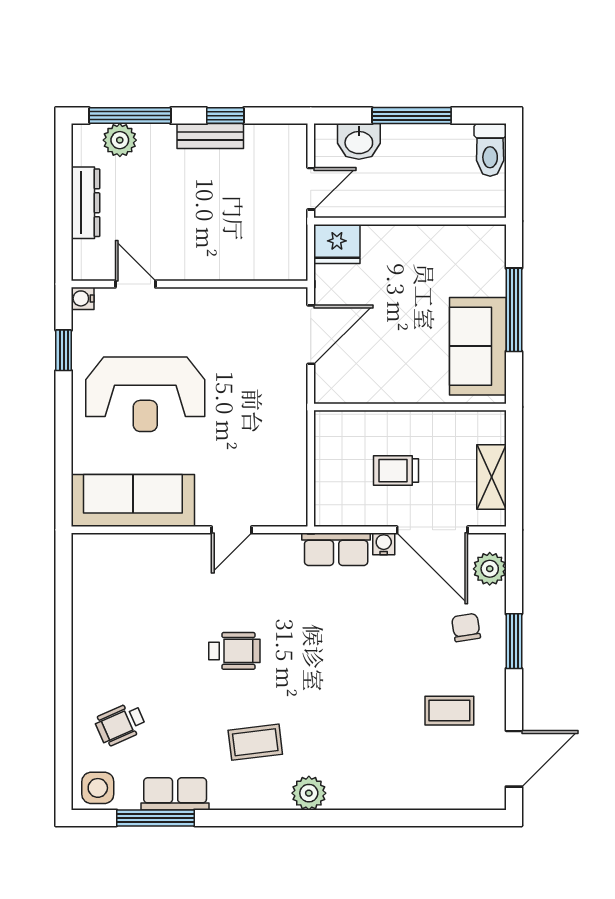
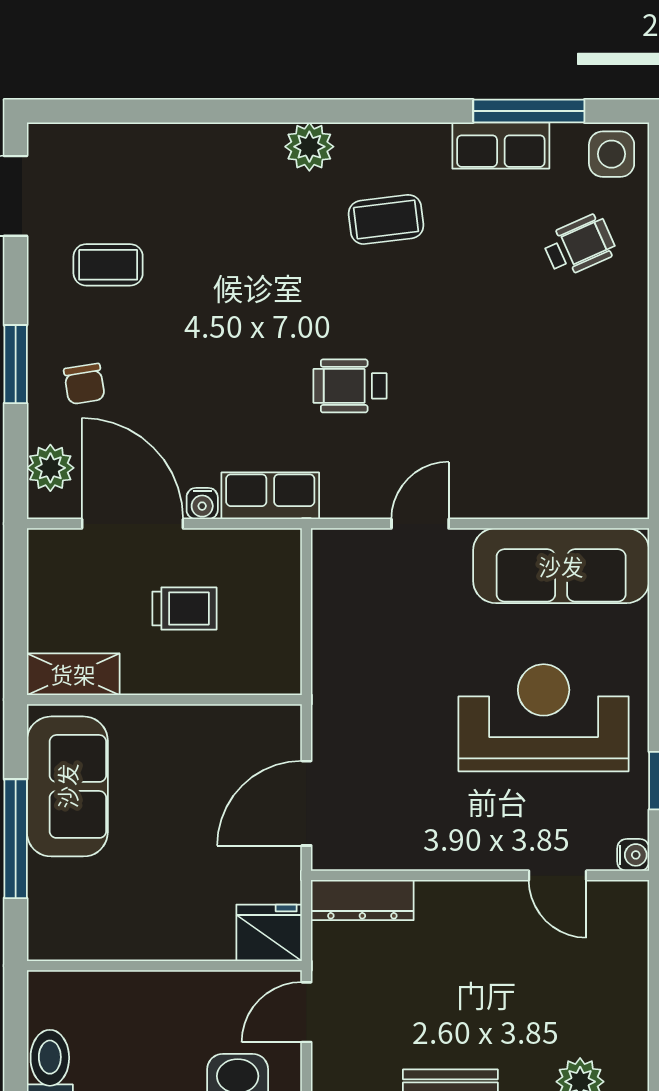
dresser: (85, 203) -> (362, 900), moved, turned -90
shelving: (492, 477) -> (73, 674), moved, turned 90
wheelchair: (234, 651) -> (350, 386), moved

